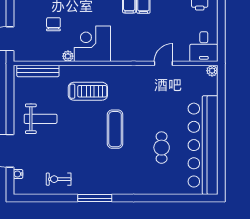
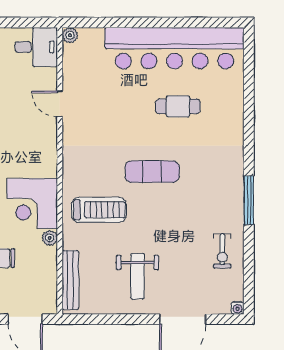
treadmill: (88, 91) -> (99, 210), turned 90
weight bench: (41, 119) -> (138, 276), turned 180
water cooler: (18, 174) -> (238, 308), moved

